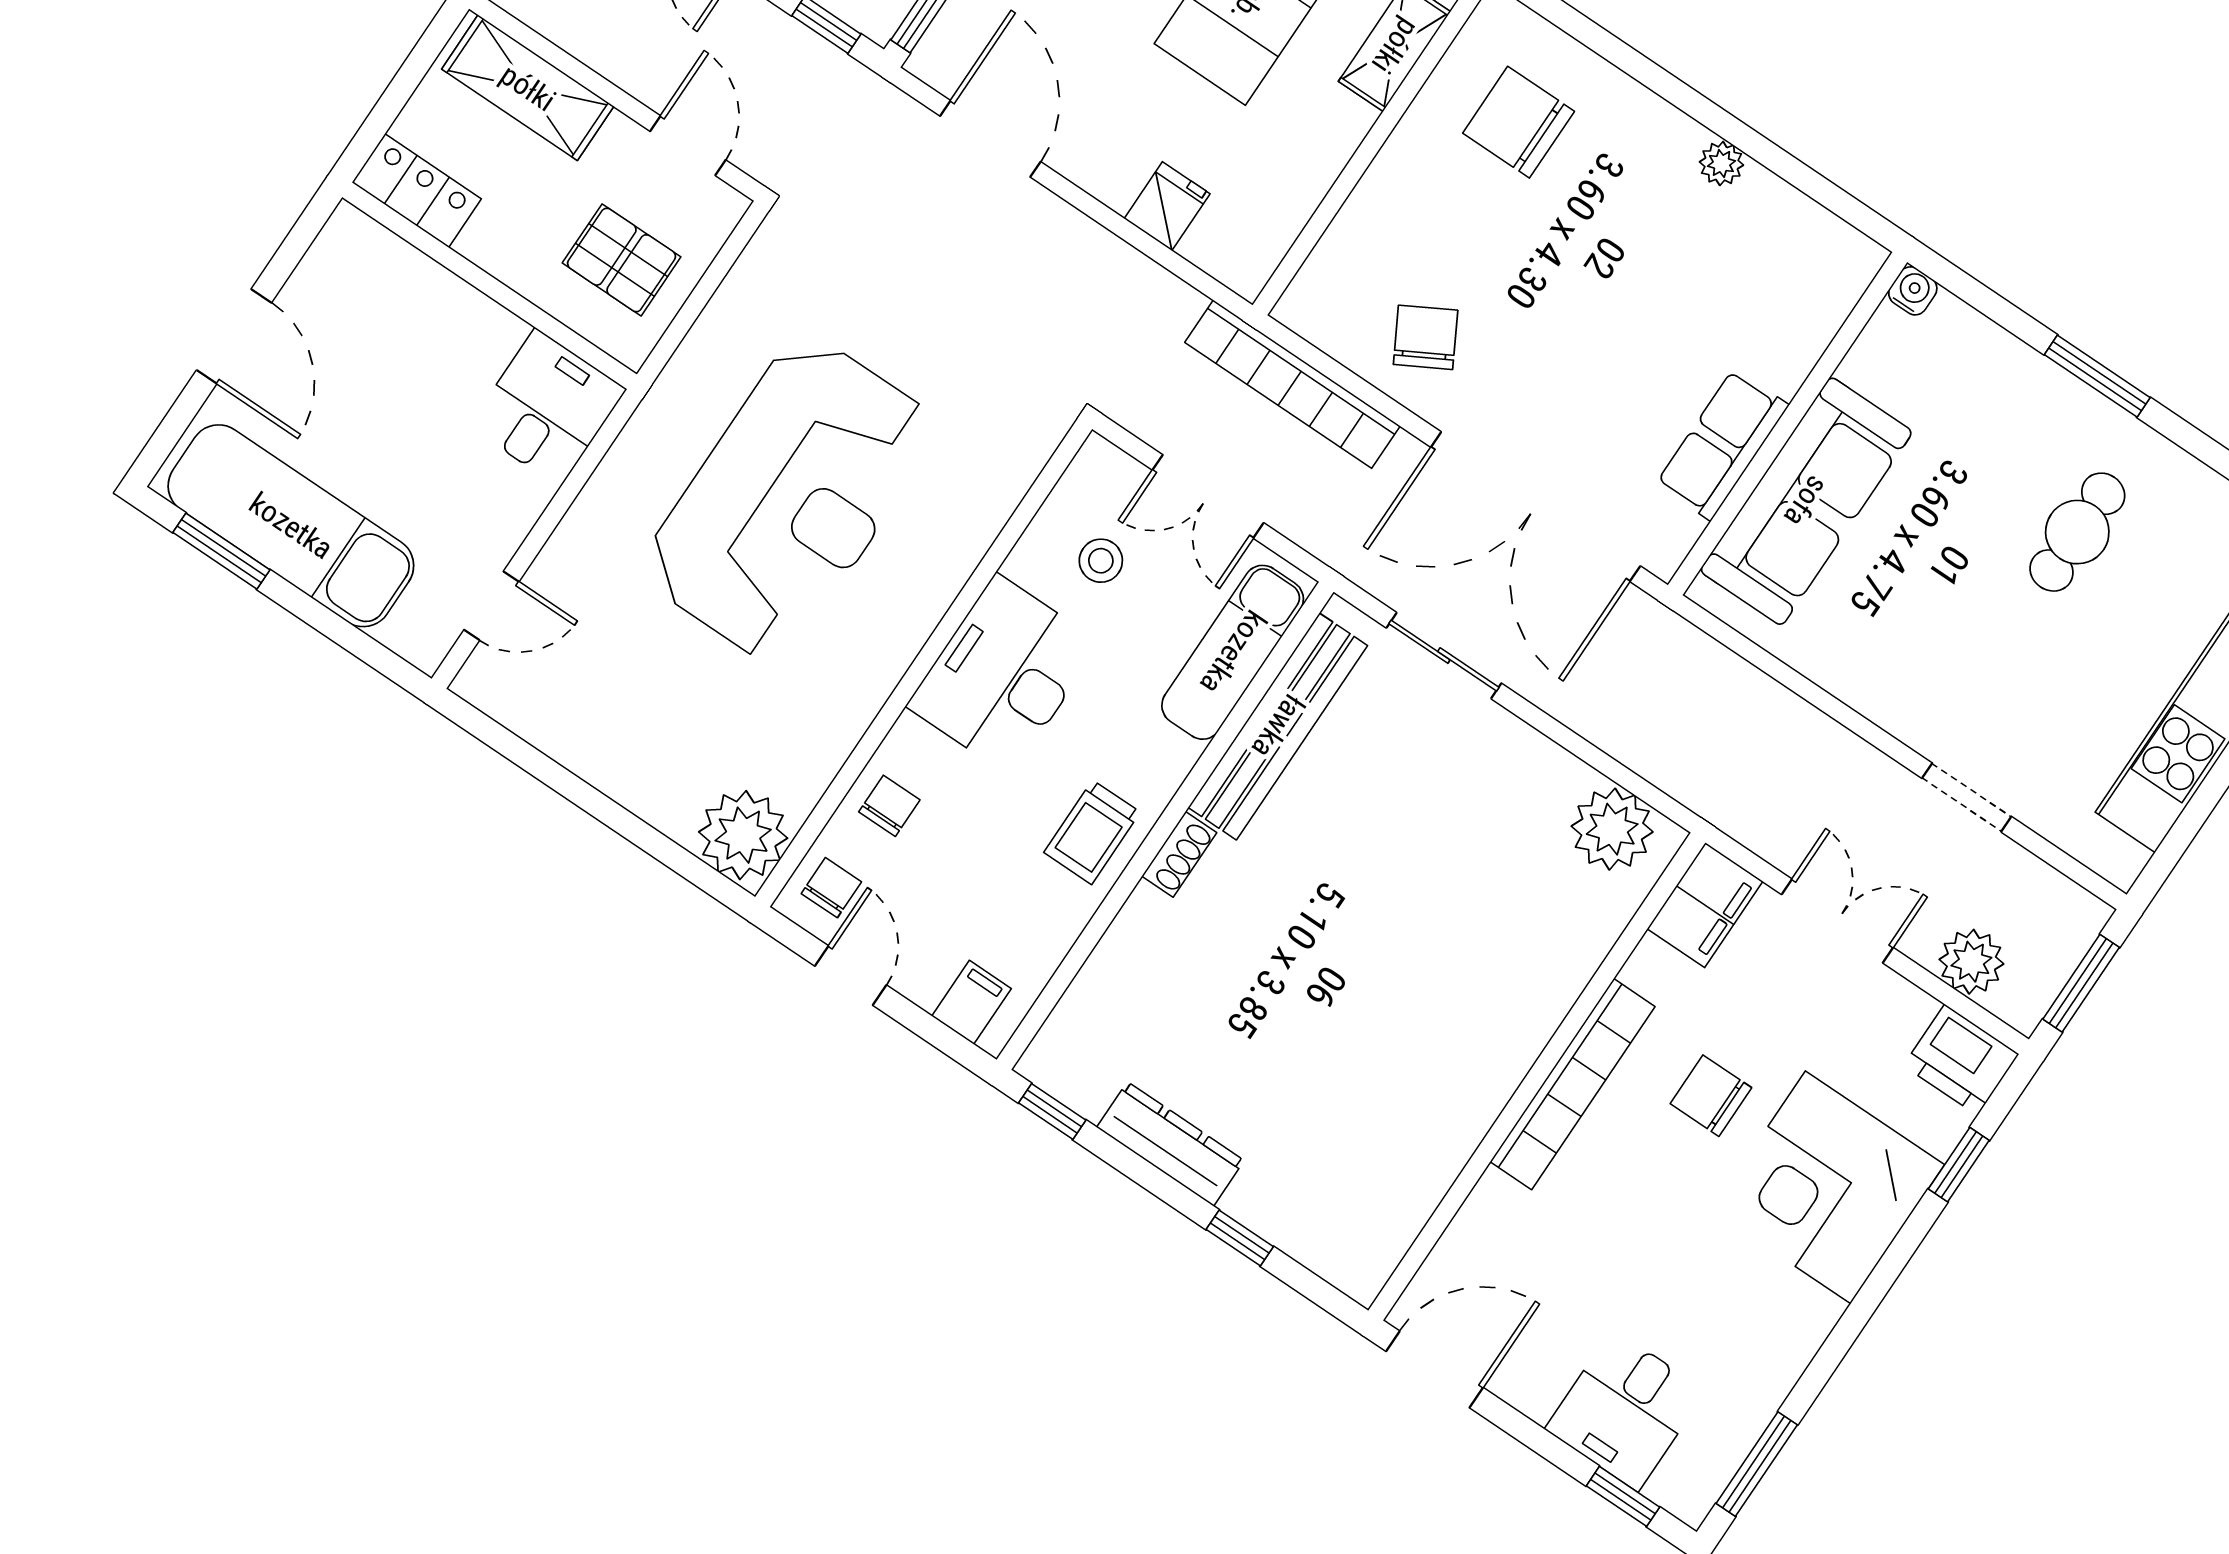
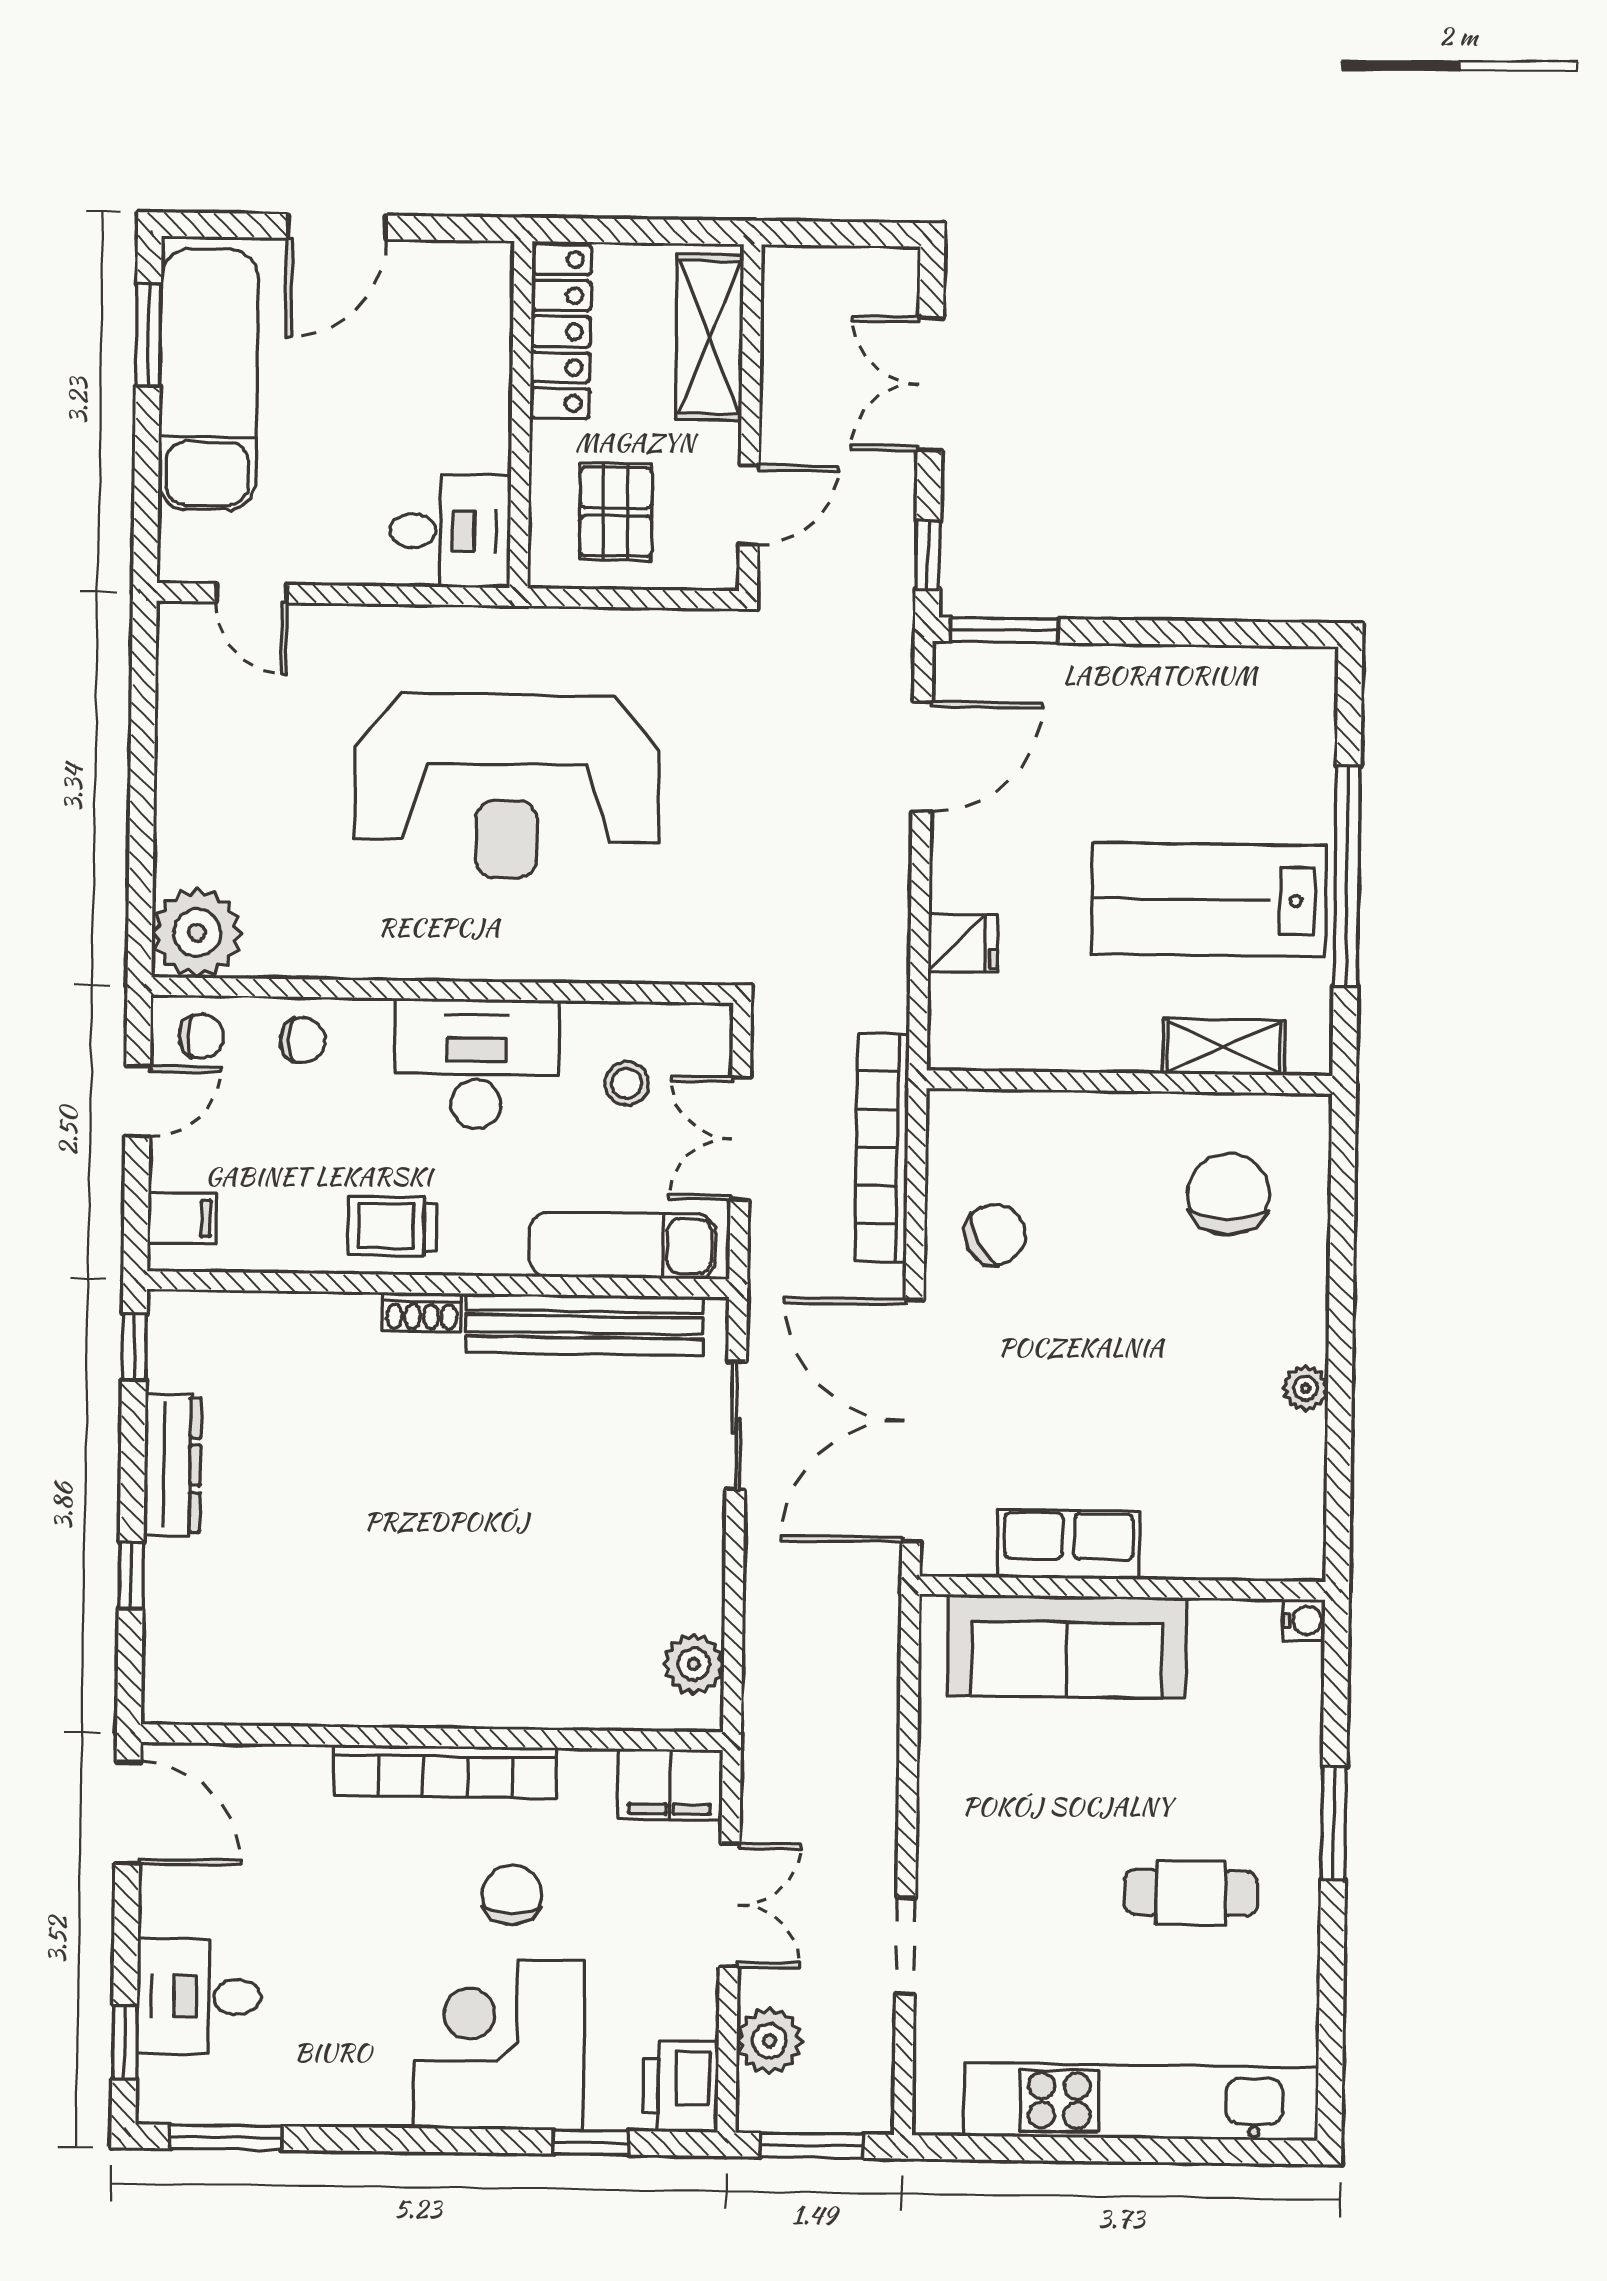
locker: (417, 191) -> (561, 331), width x1.53
plant: (1612, 829) -> (694, 1664), width x0.73, depth x0.73

